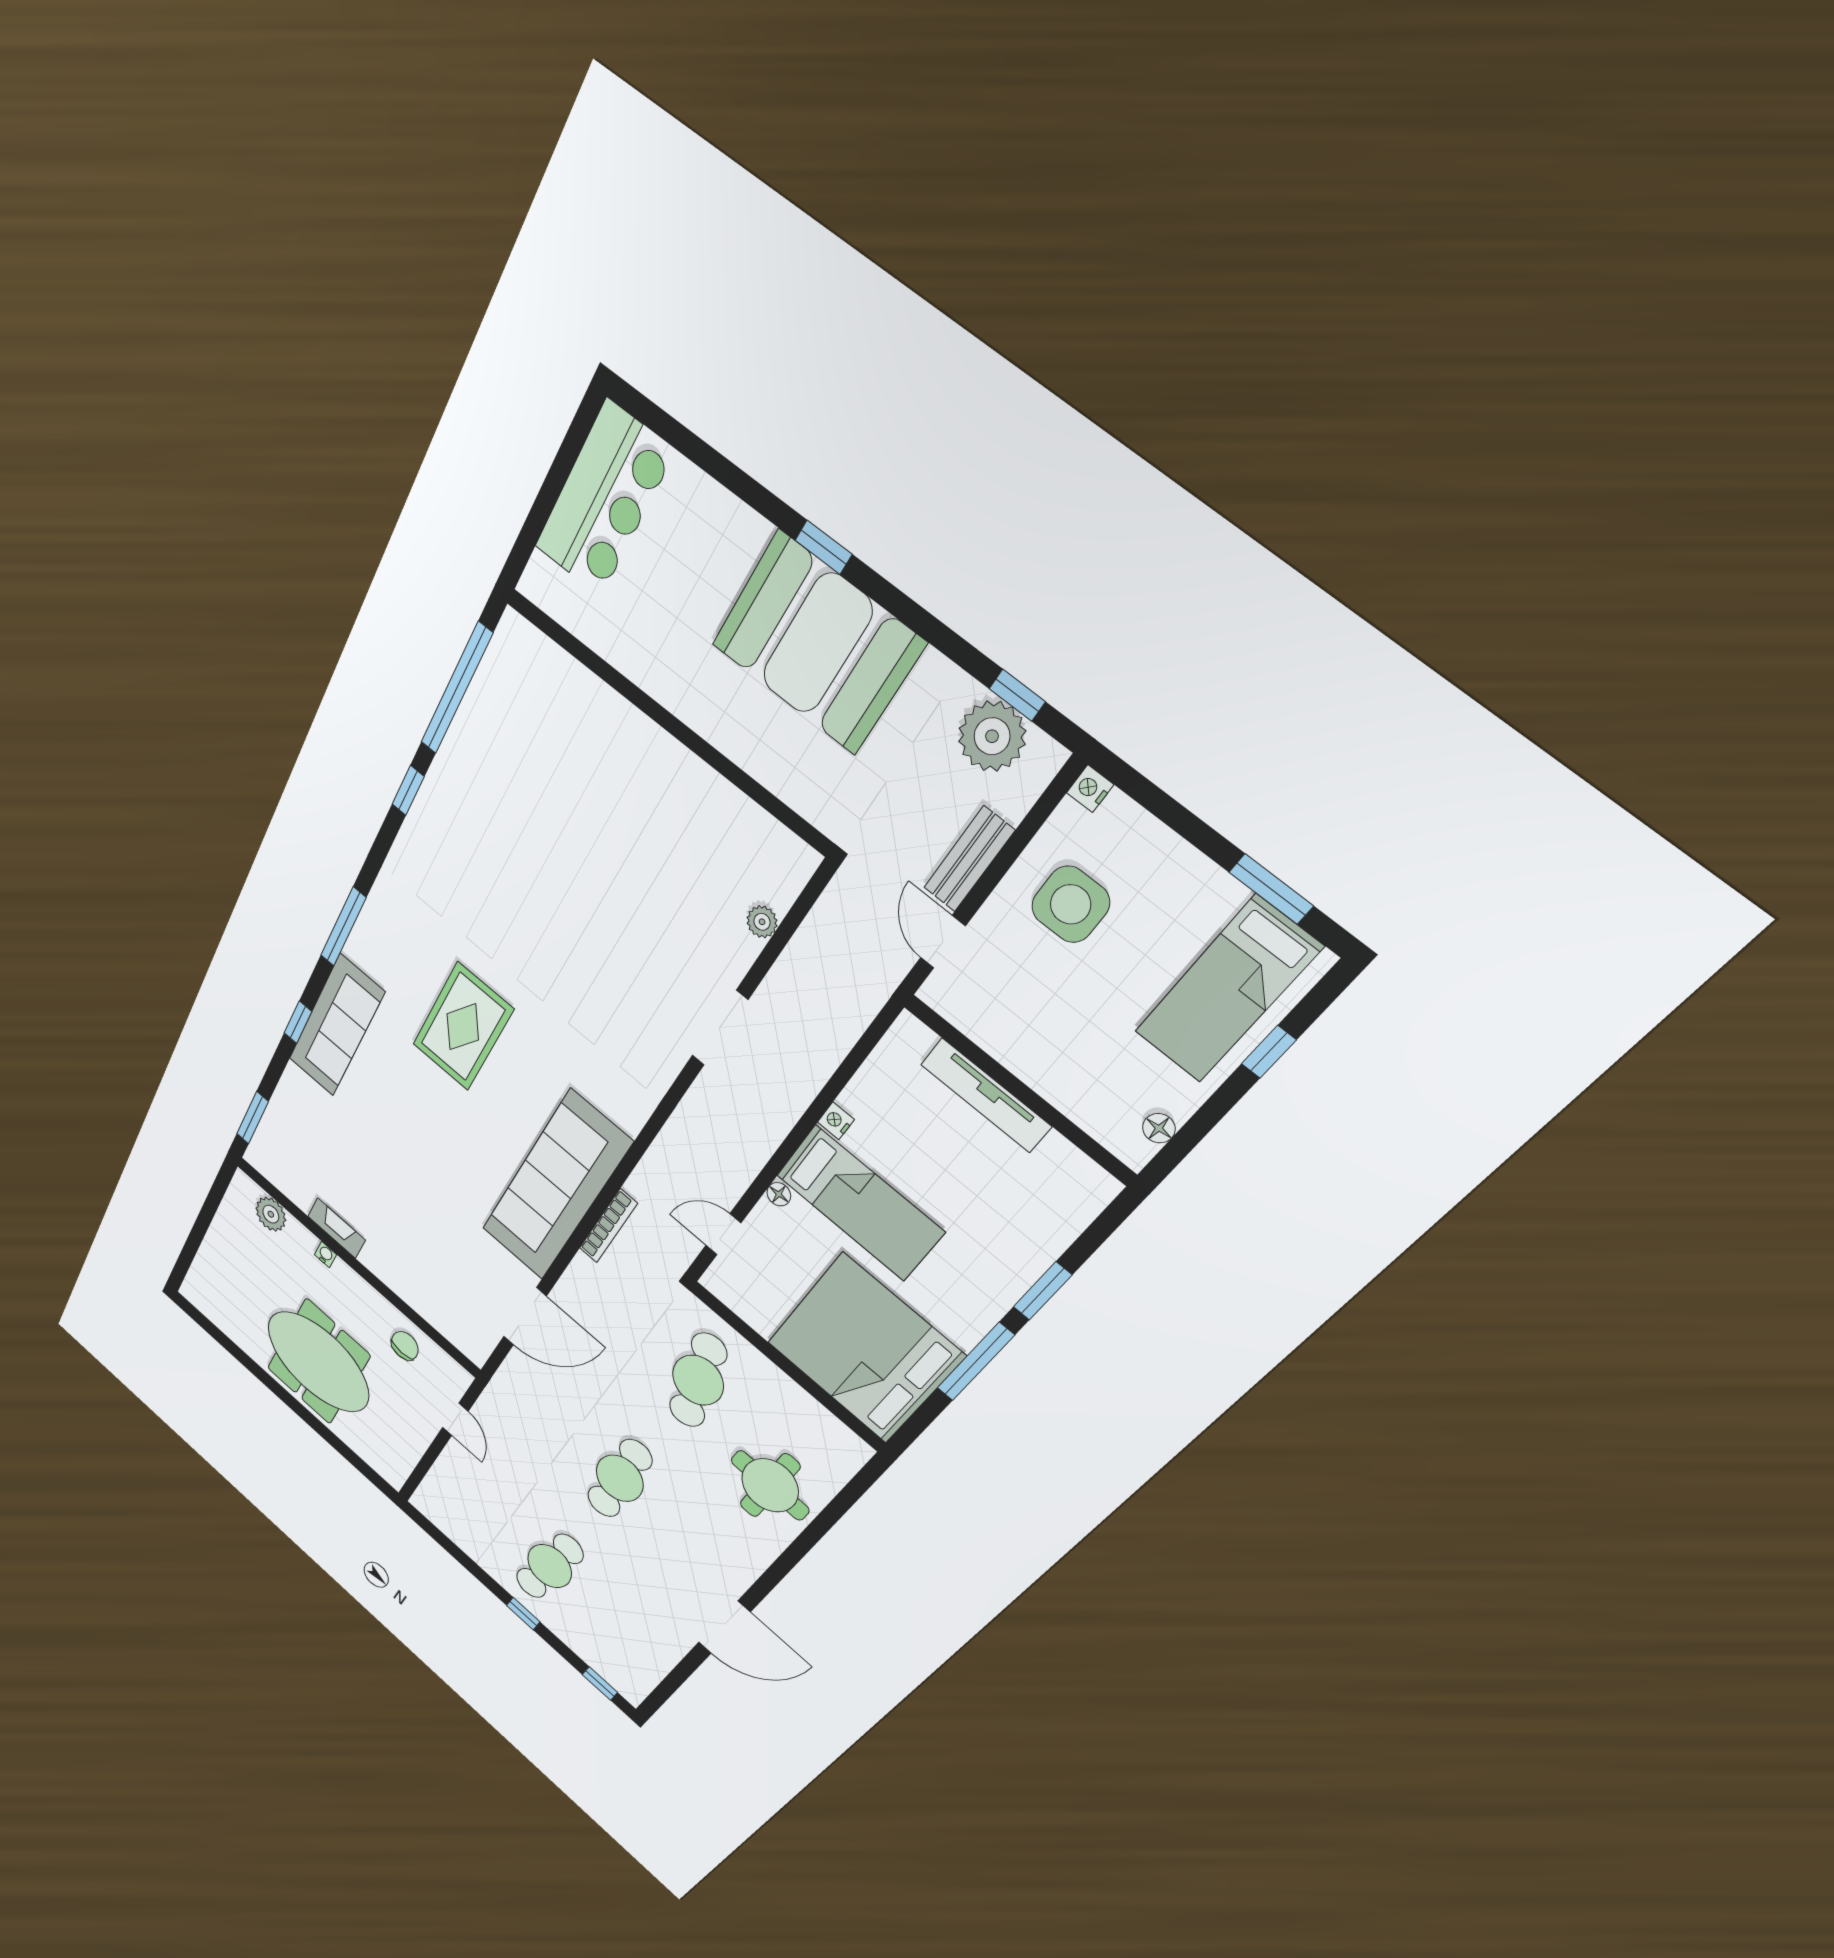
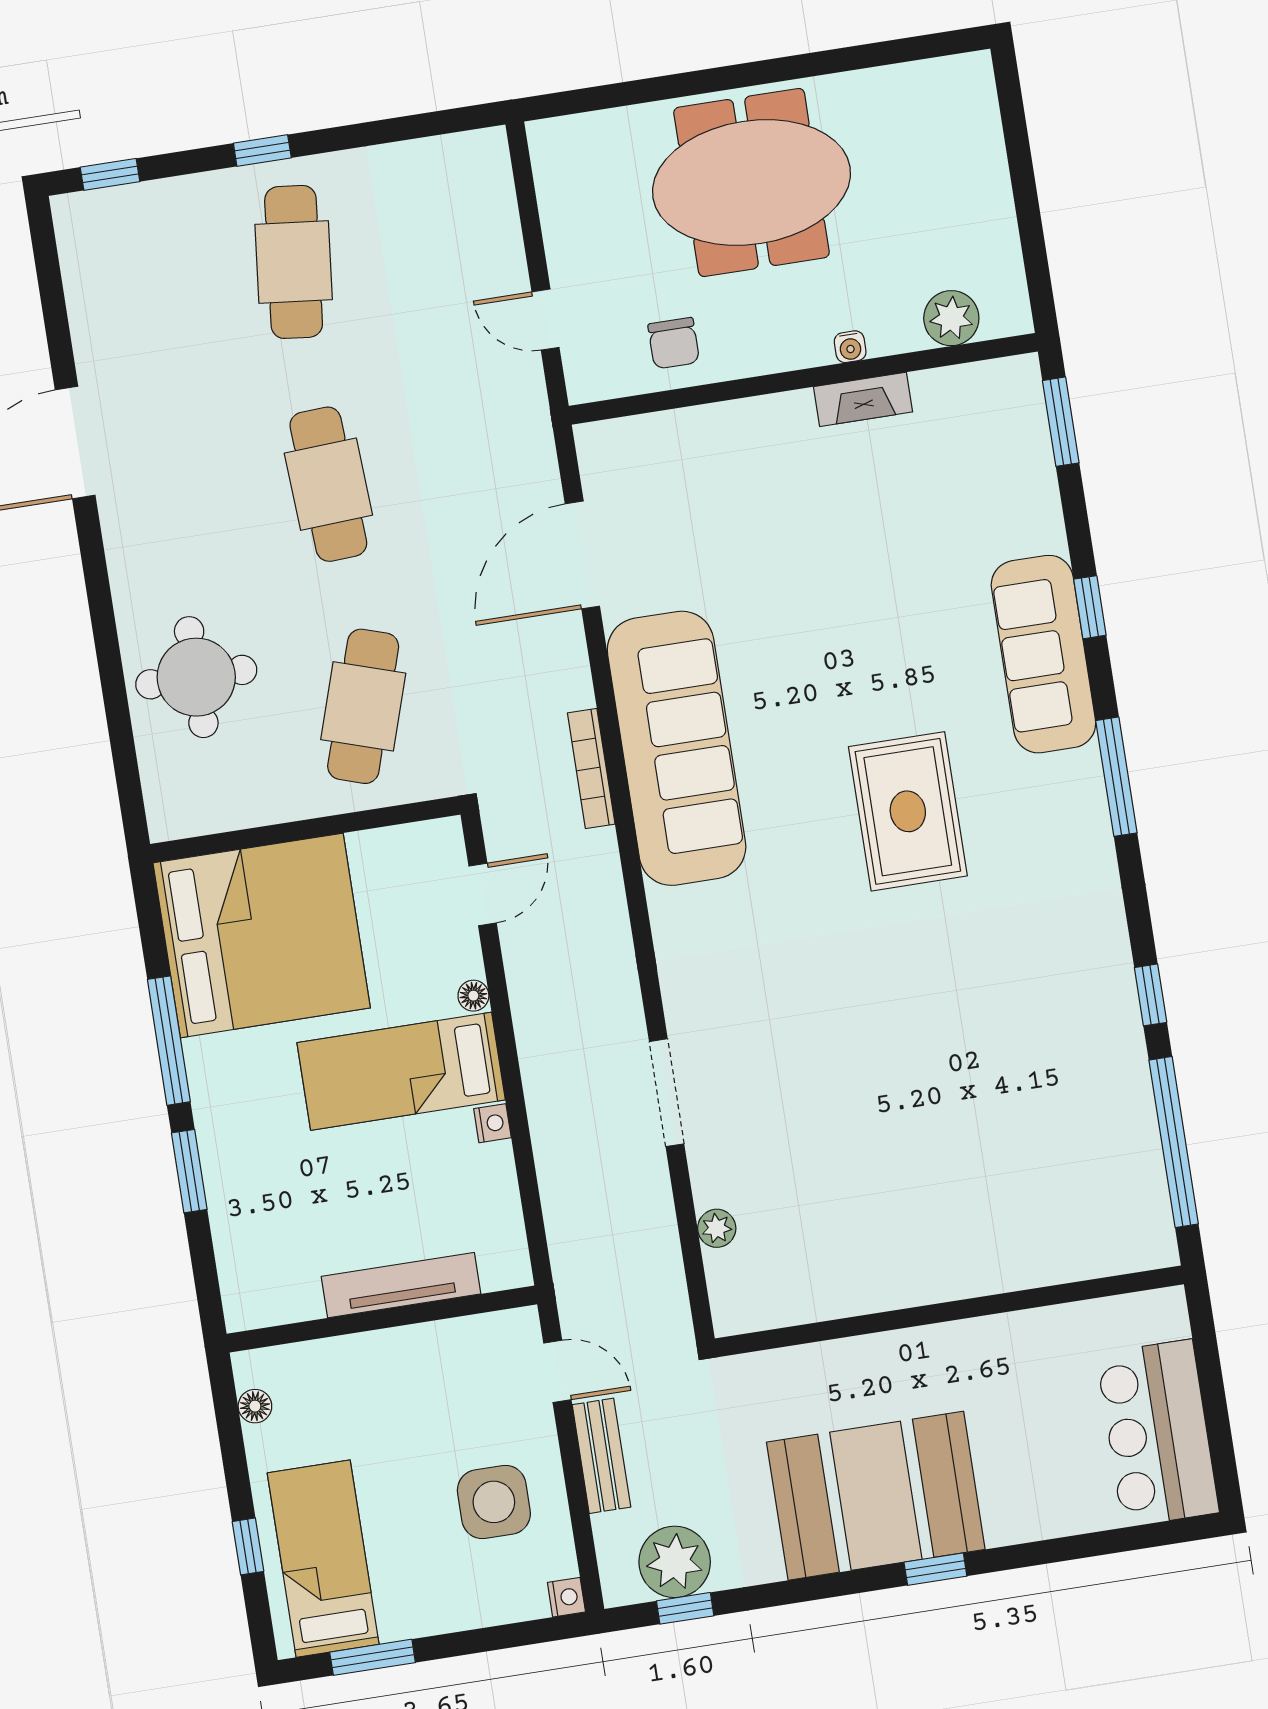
cafe table: (698, 1380) -> (363, 706), turned 33

